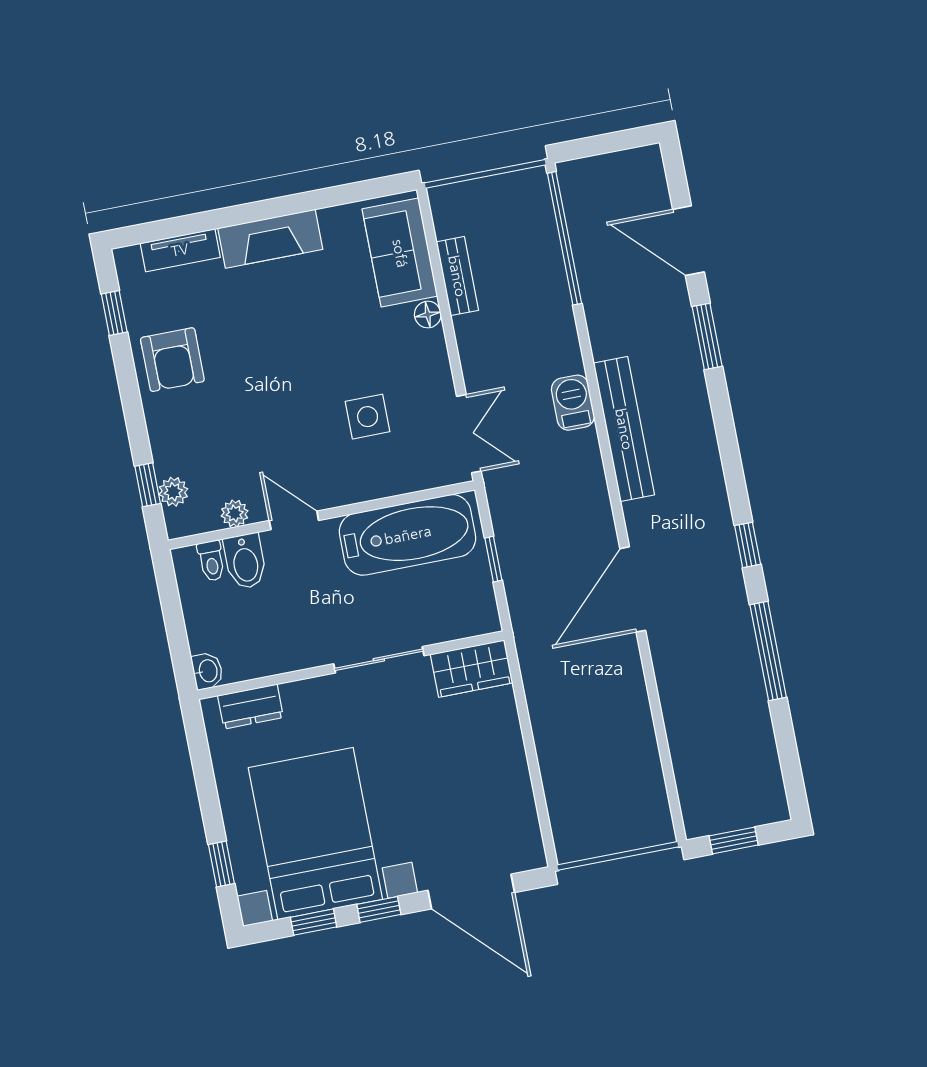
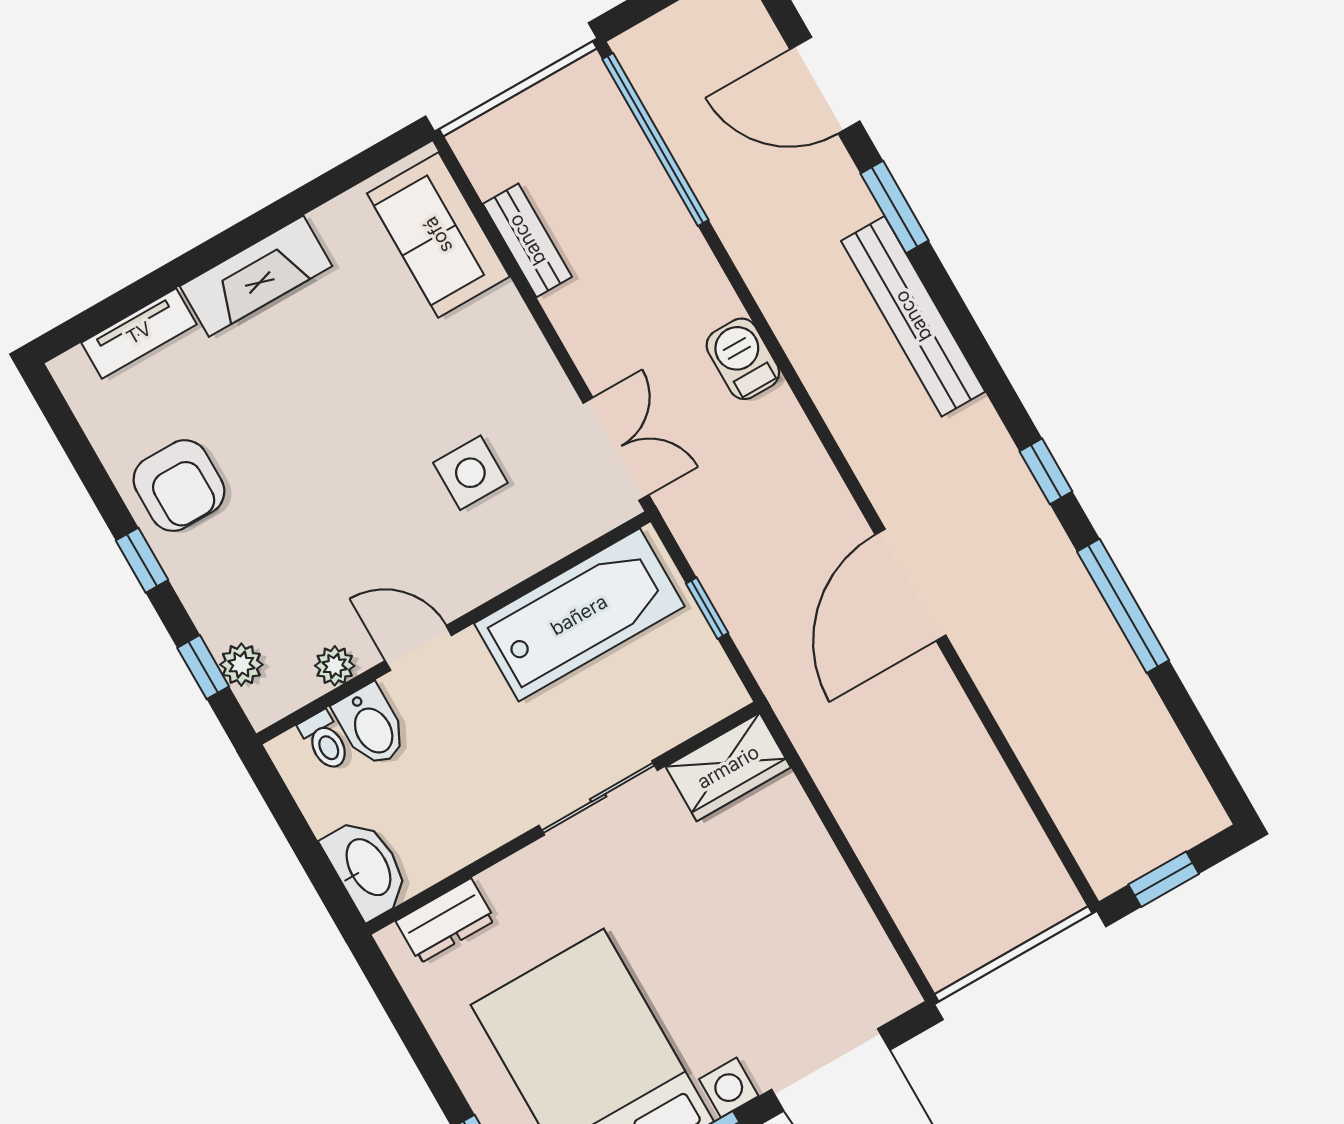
window: (114, 313) -> (142, 560), moved
floor lamp: (428, 315) -> (505, 306), removed
bench: (624, 429) -> (913, 316), moved
washbasin: (207, 671) -> (367, 868), width x1.91, depth x1.45

